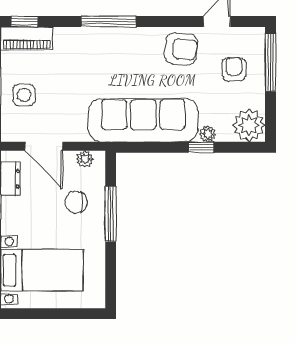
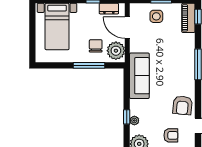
sofa: (143, 120) -> (139, 76), width x0.74, depth x0.79
door: (44, 146) -> (127, 28), hinge flipped
plant: (85, 159) -> (116, 51), width x1.87, depth x1.87

